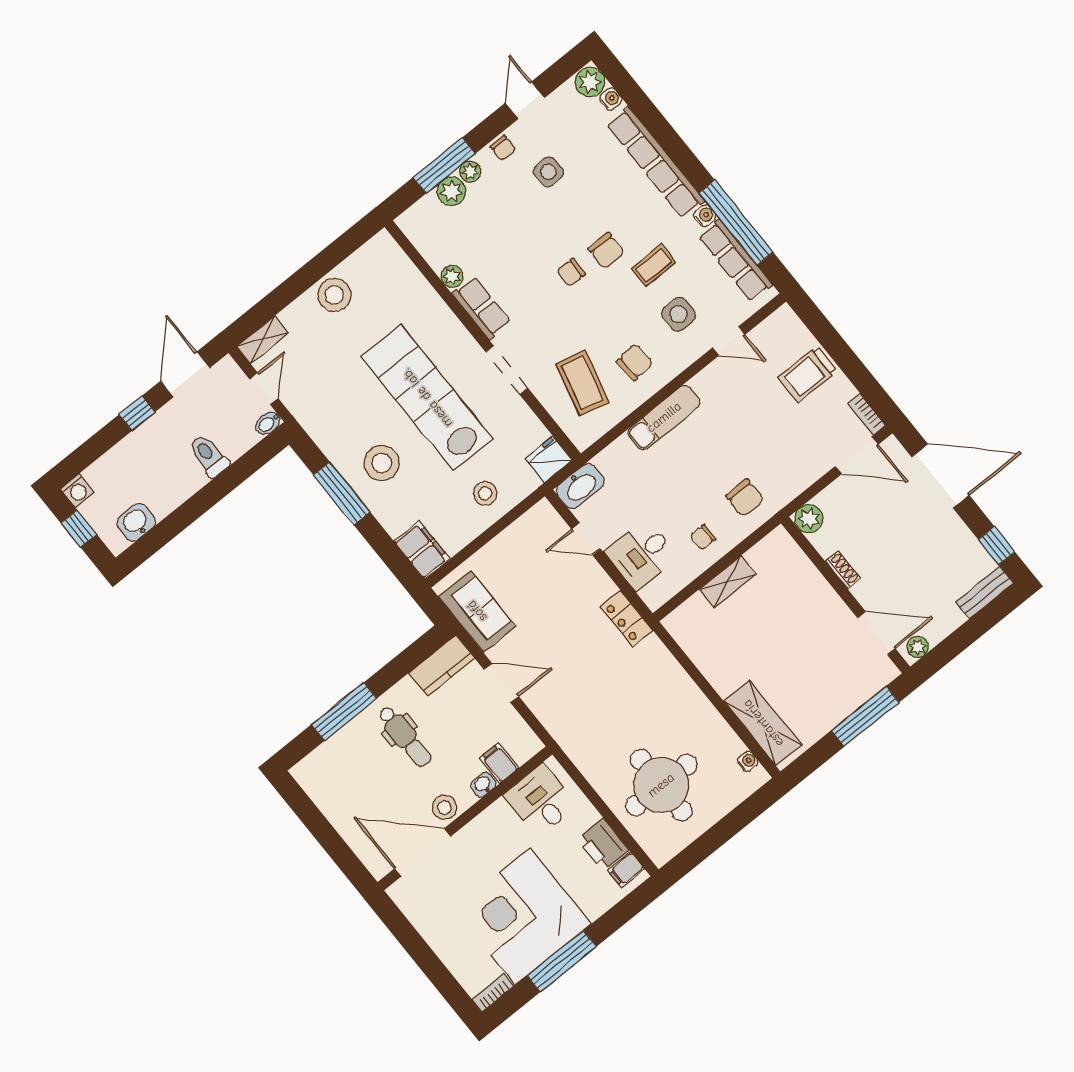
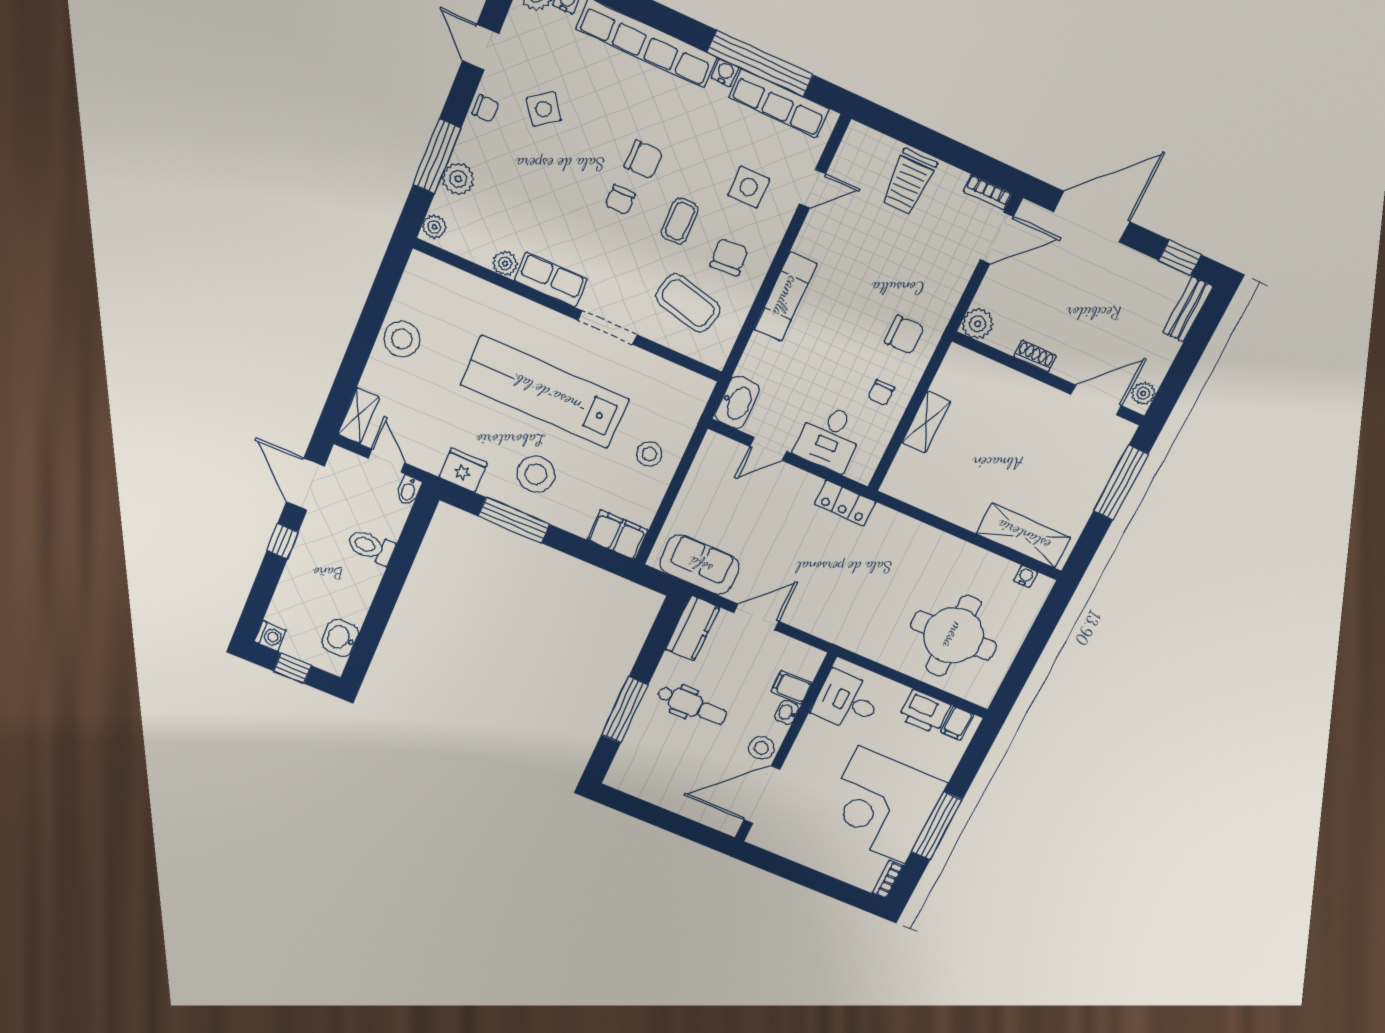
plant: (470, 172) -> (434, 227), moved
side table: (548, 172) -> (544, 109), turned -34
coffee table: (653, 265) -> (680, 221), moved
fridge: (549, 459) -> (463, 470), moved, turned 90

